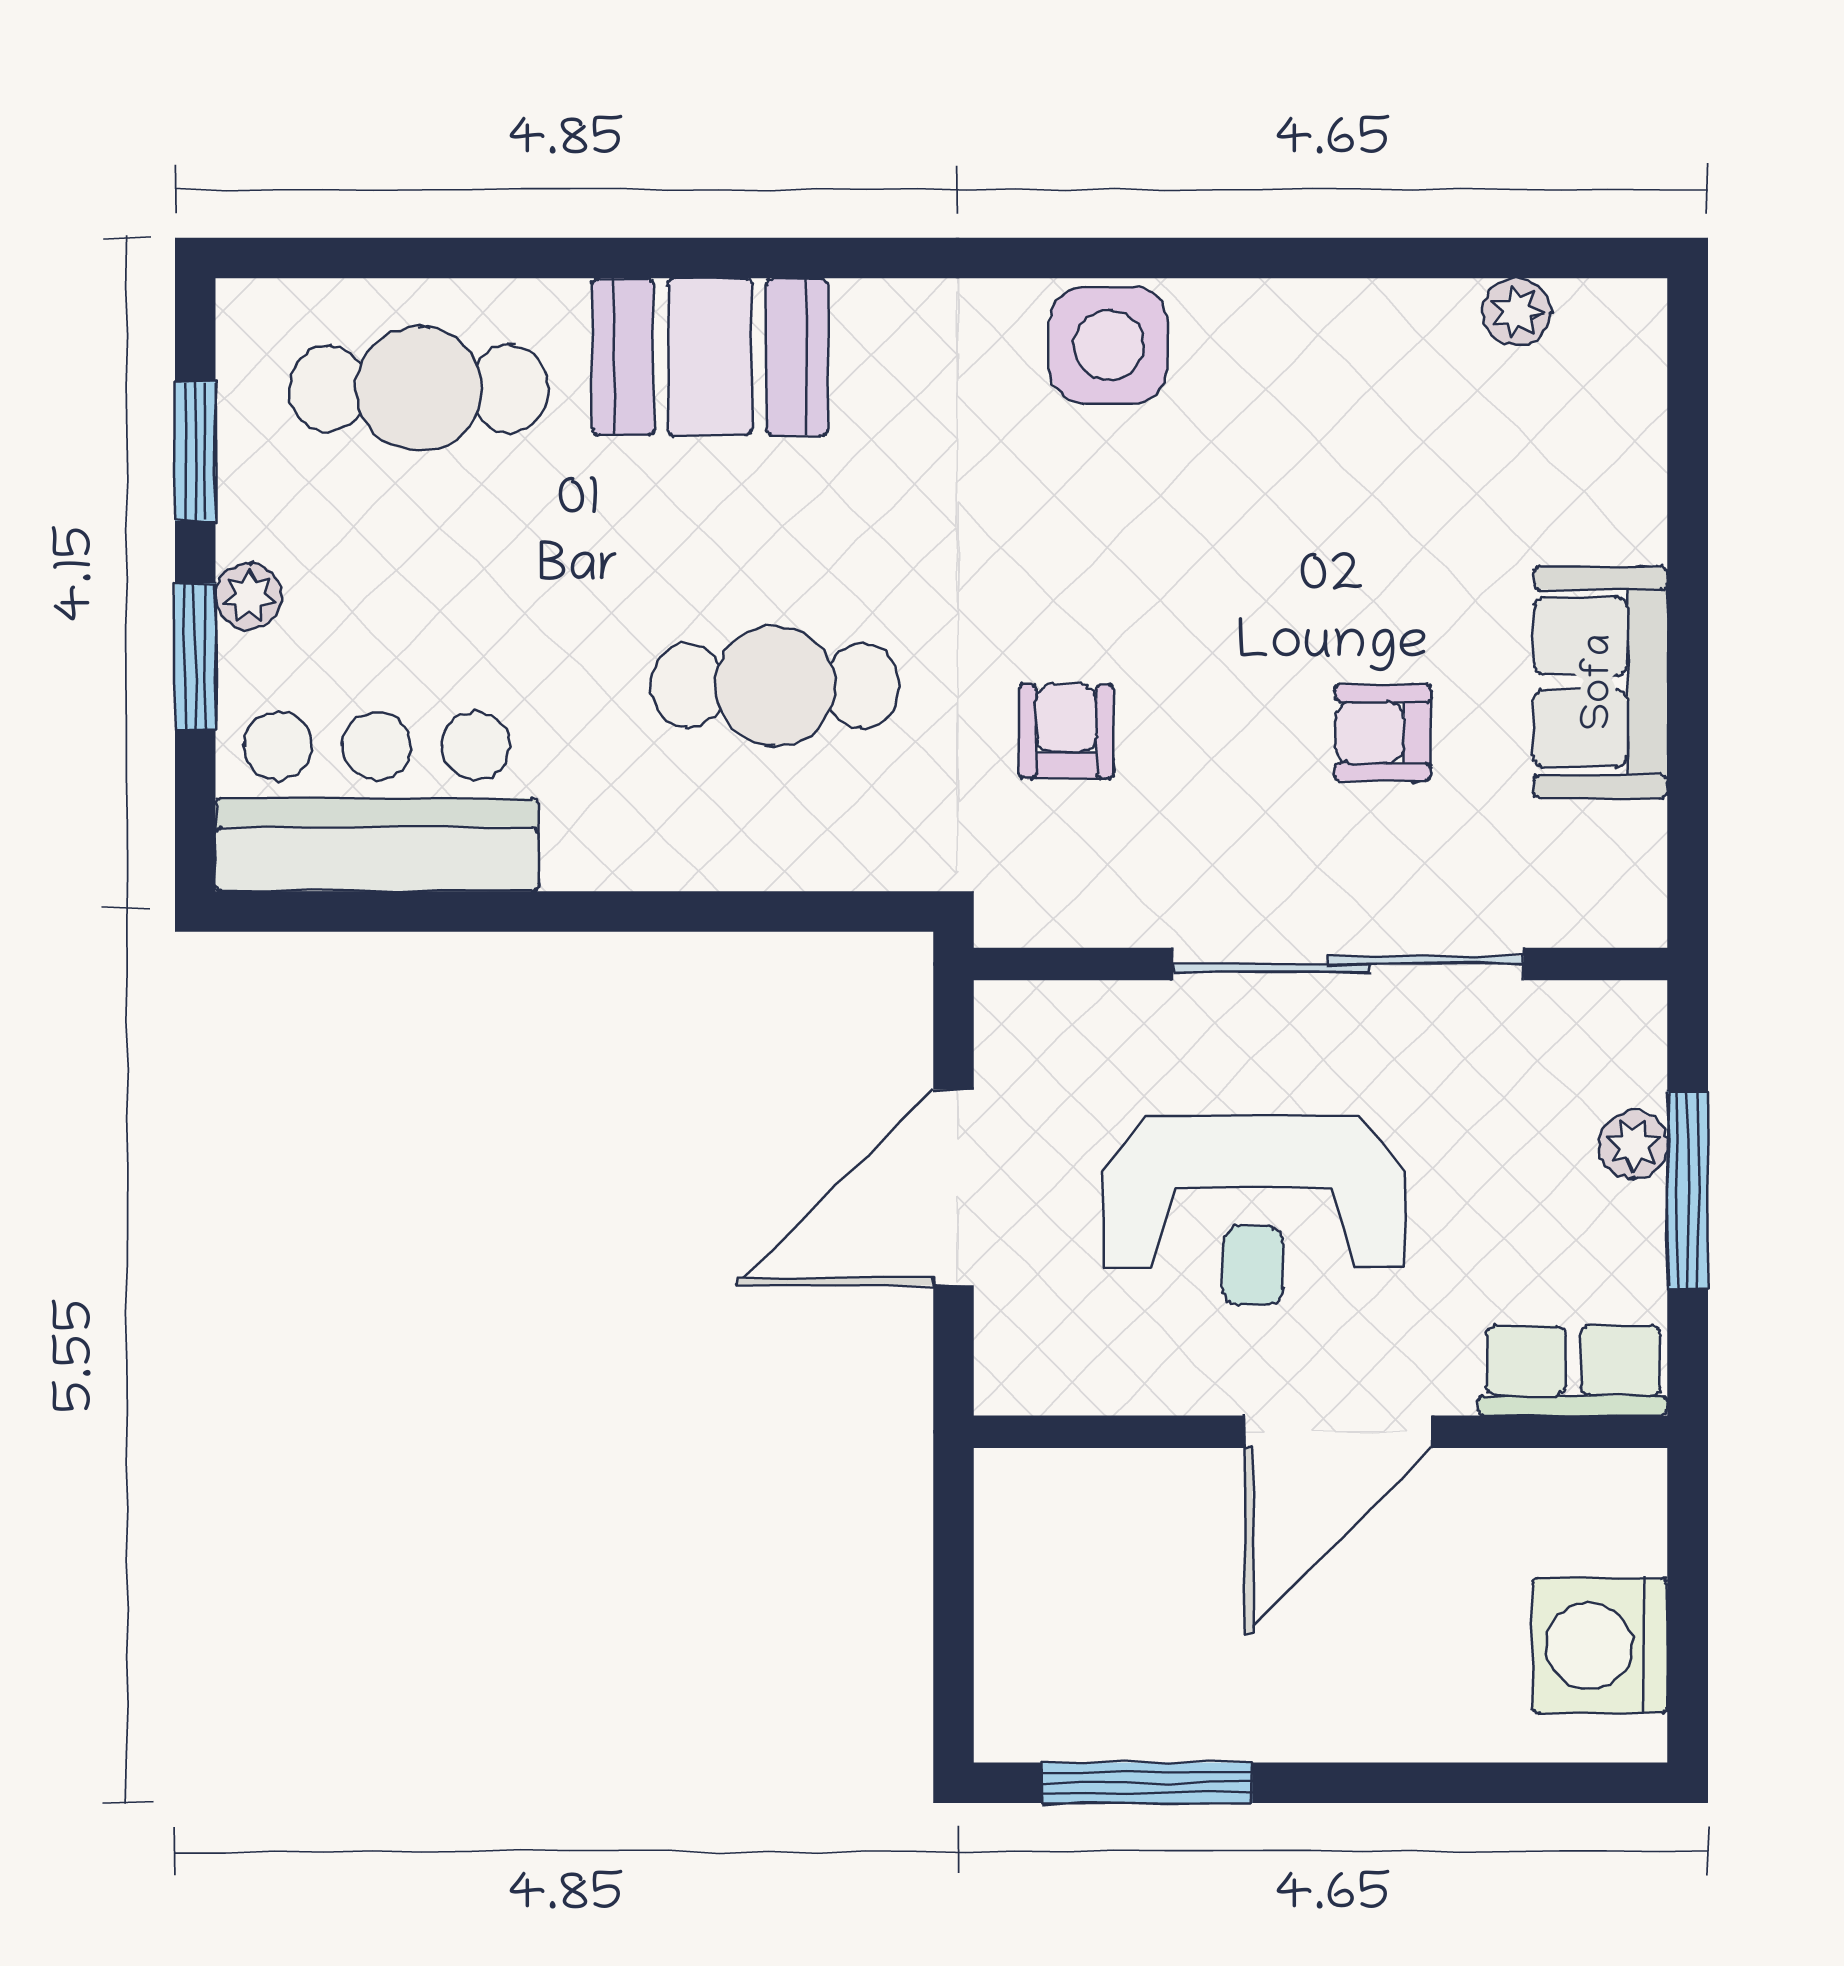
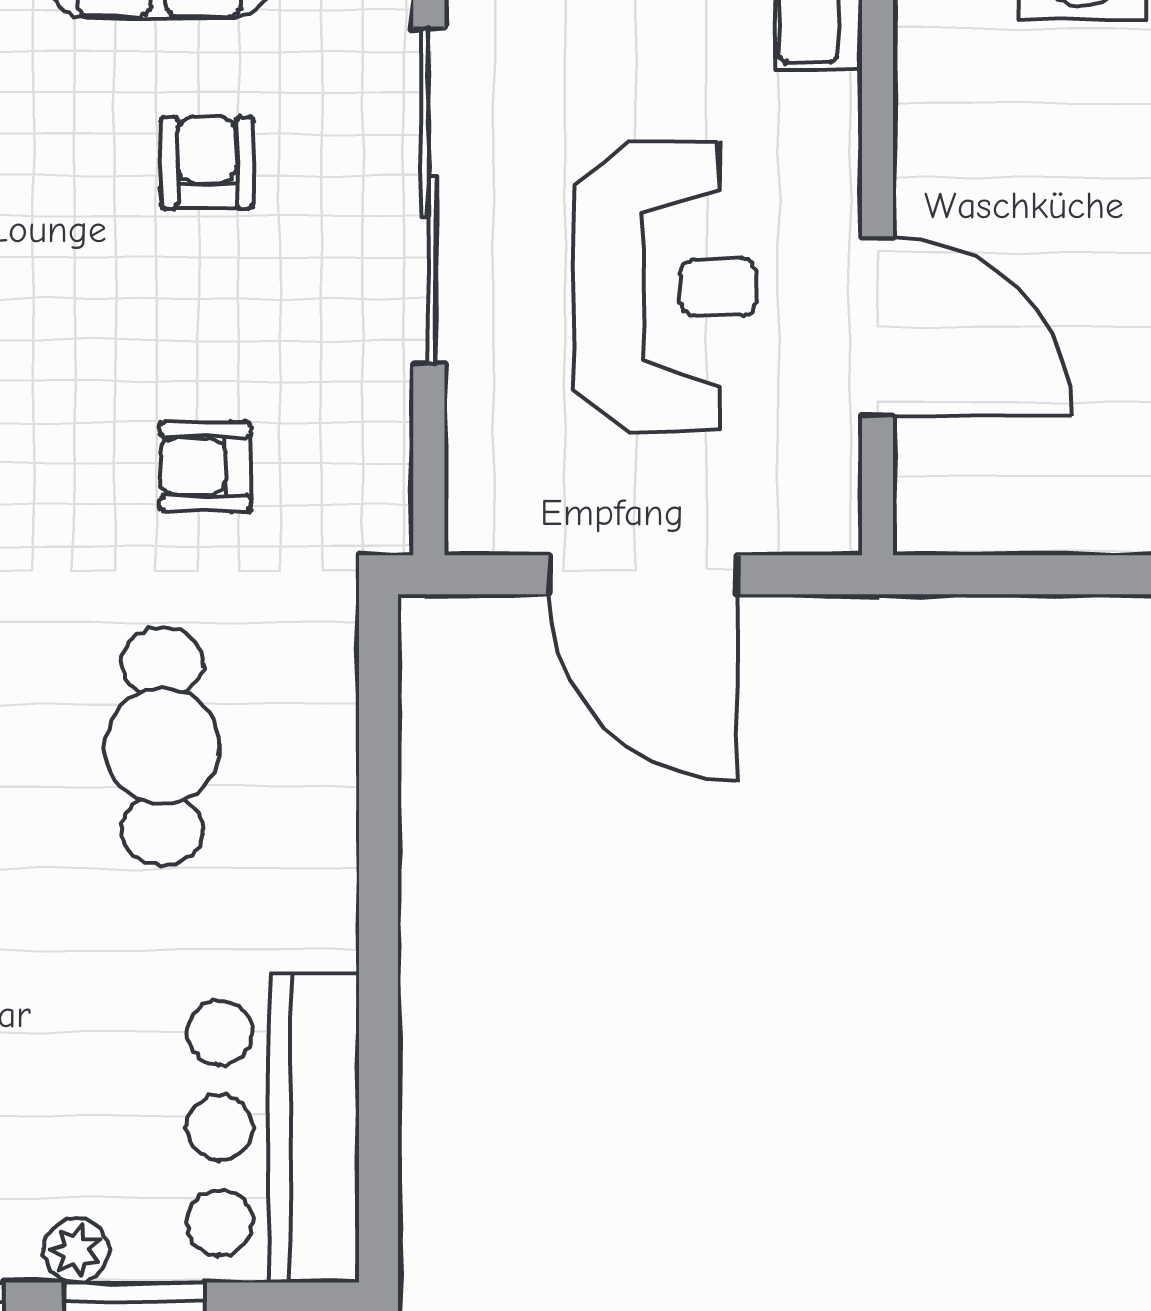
armchair: (1383, 733) -> (207, 163), turned 180
door: (1338, 1432) -> (877, 326), moved

